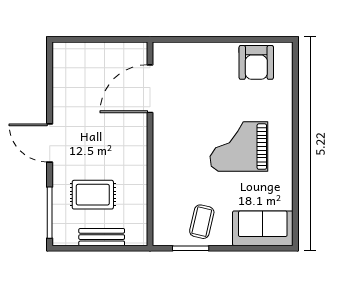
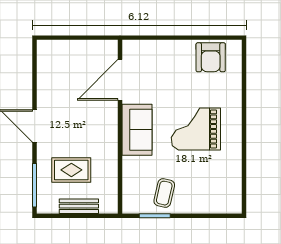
sofa: (263, 228) -> (137, 130), moved, turned 90

